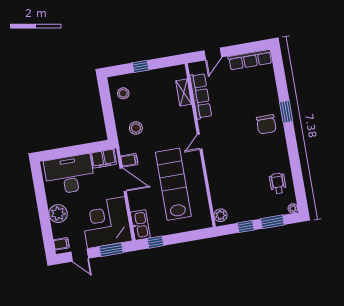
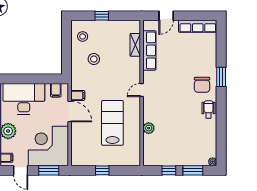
stool: (136, 128) -> (94, 59), moved
filing cabinet: (104, 159) -> (56, 90), width x0.50
wheelchair: (278, 183) -> (209, 109), moved
lab bench: (173, 184) -> (112, 123), width x0.73
plant: (220, 215) -> (149, 128), moved
kitchen sink: (140, 225) -> (78, 153), removed
window: (155, 242) -> (102, 170), moved

